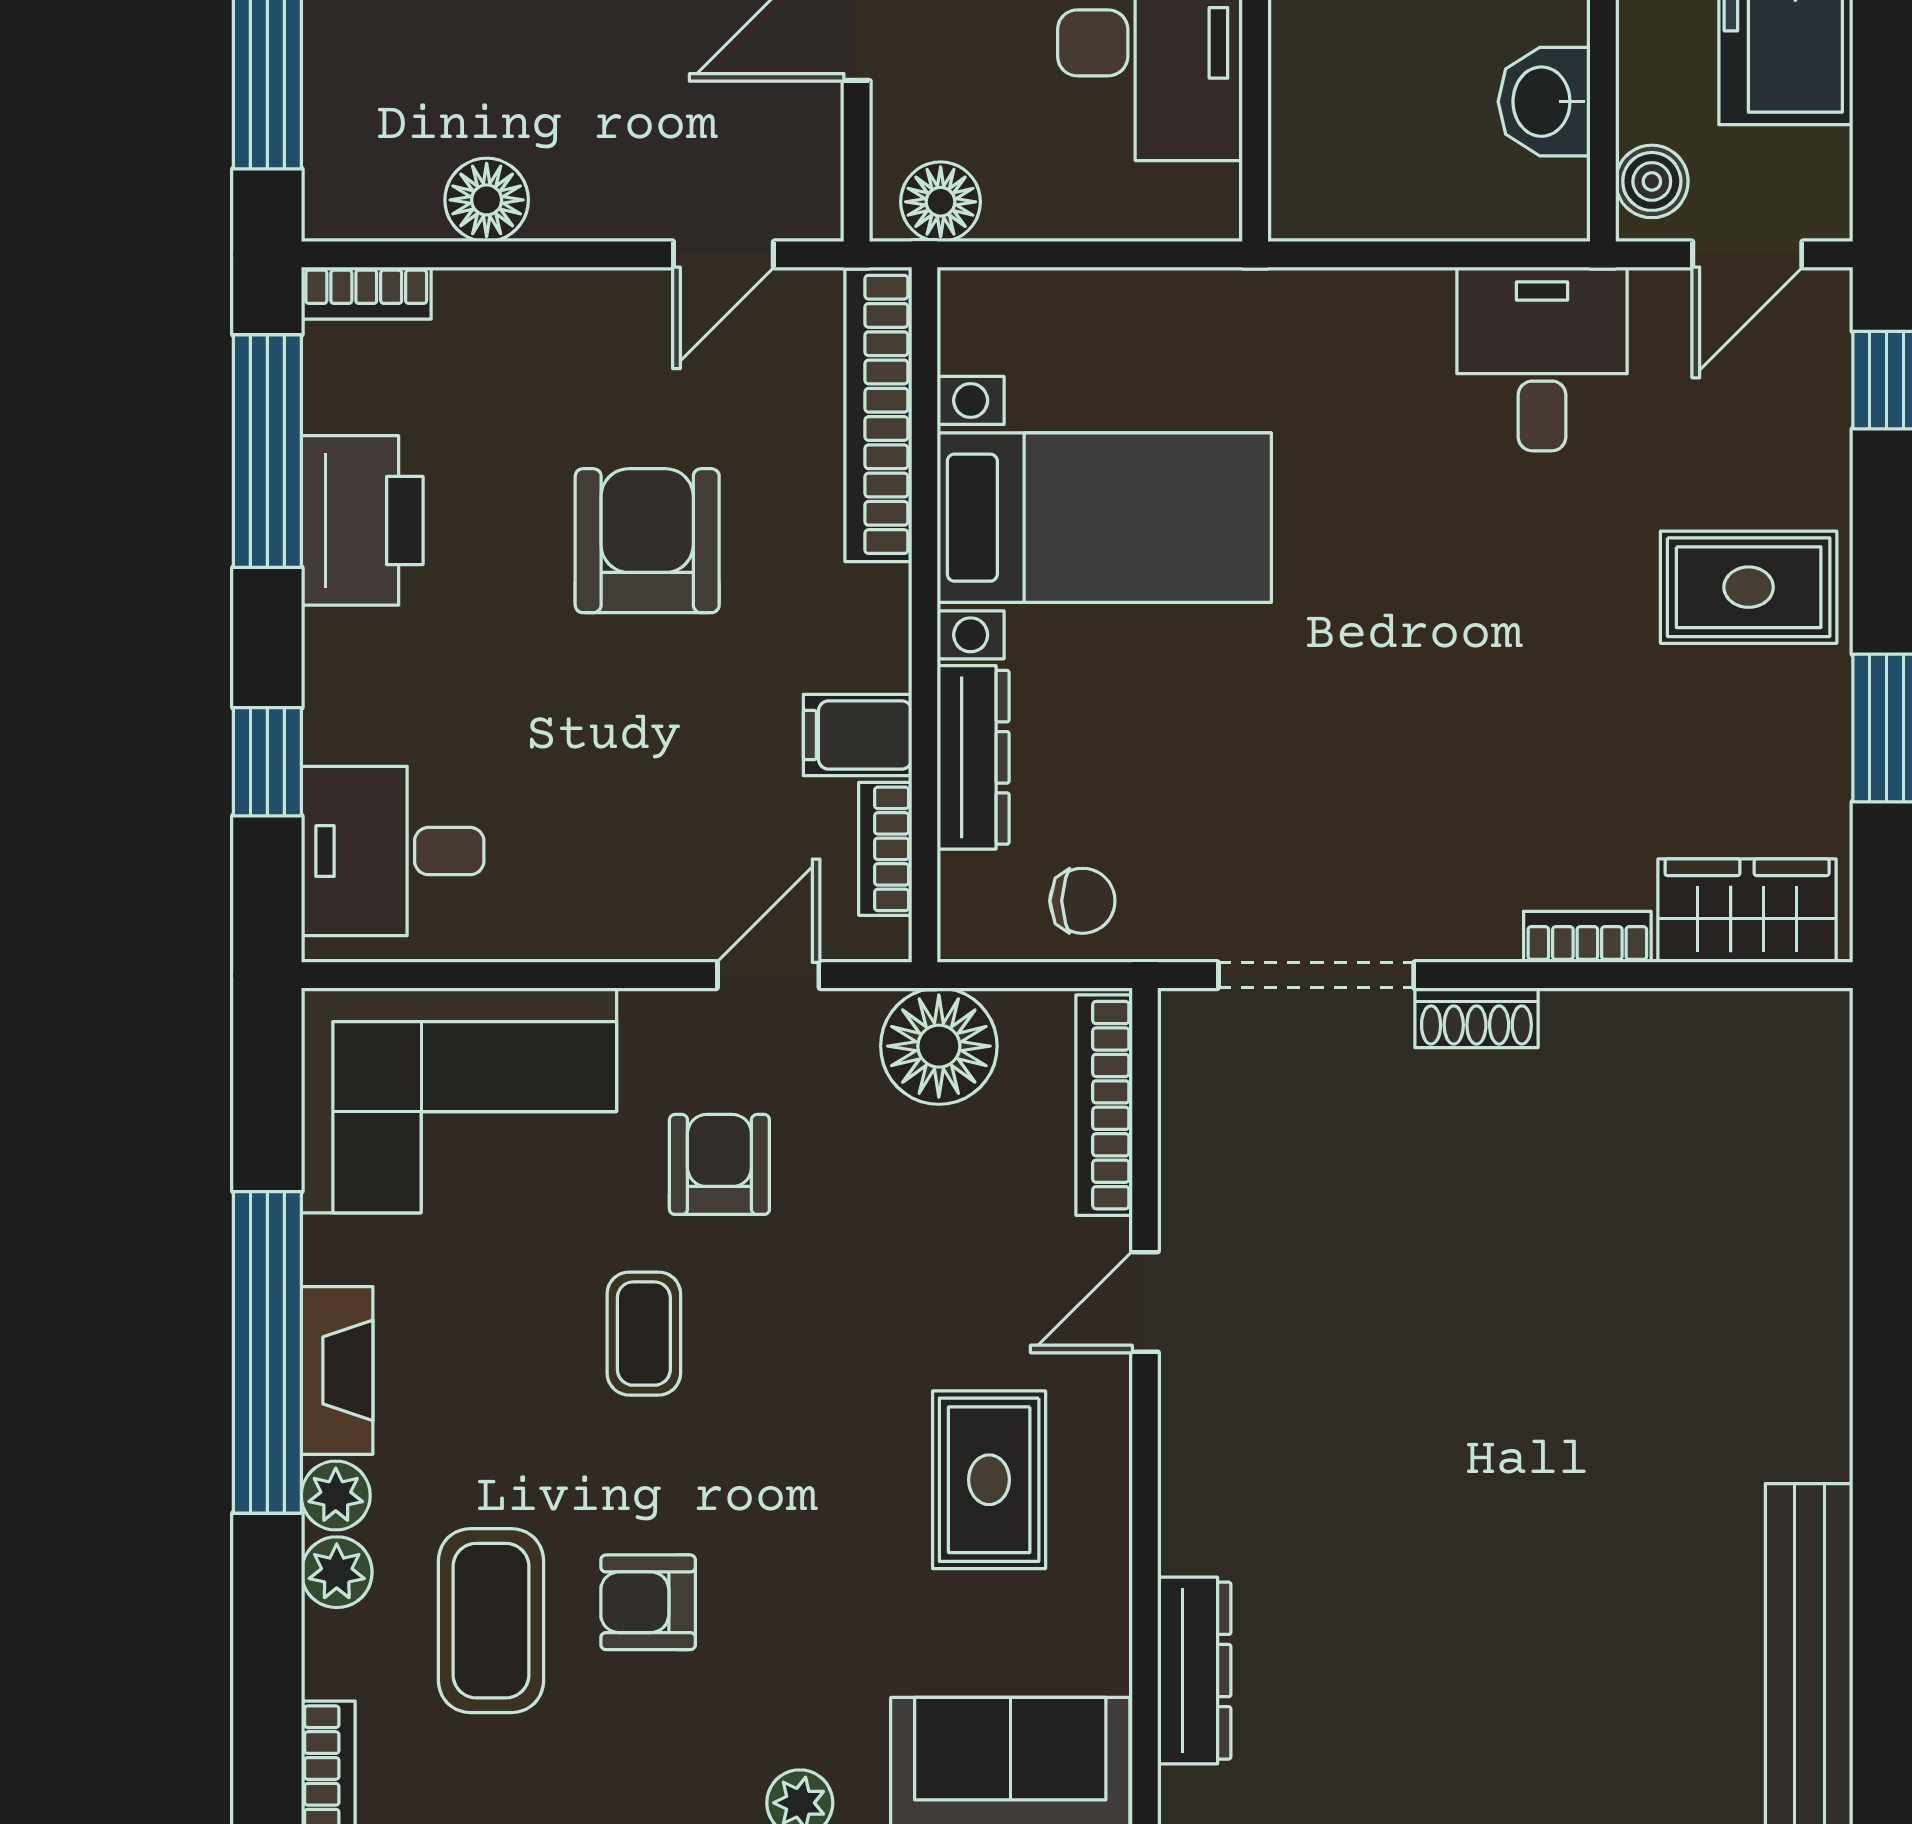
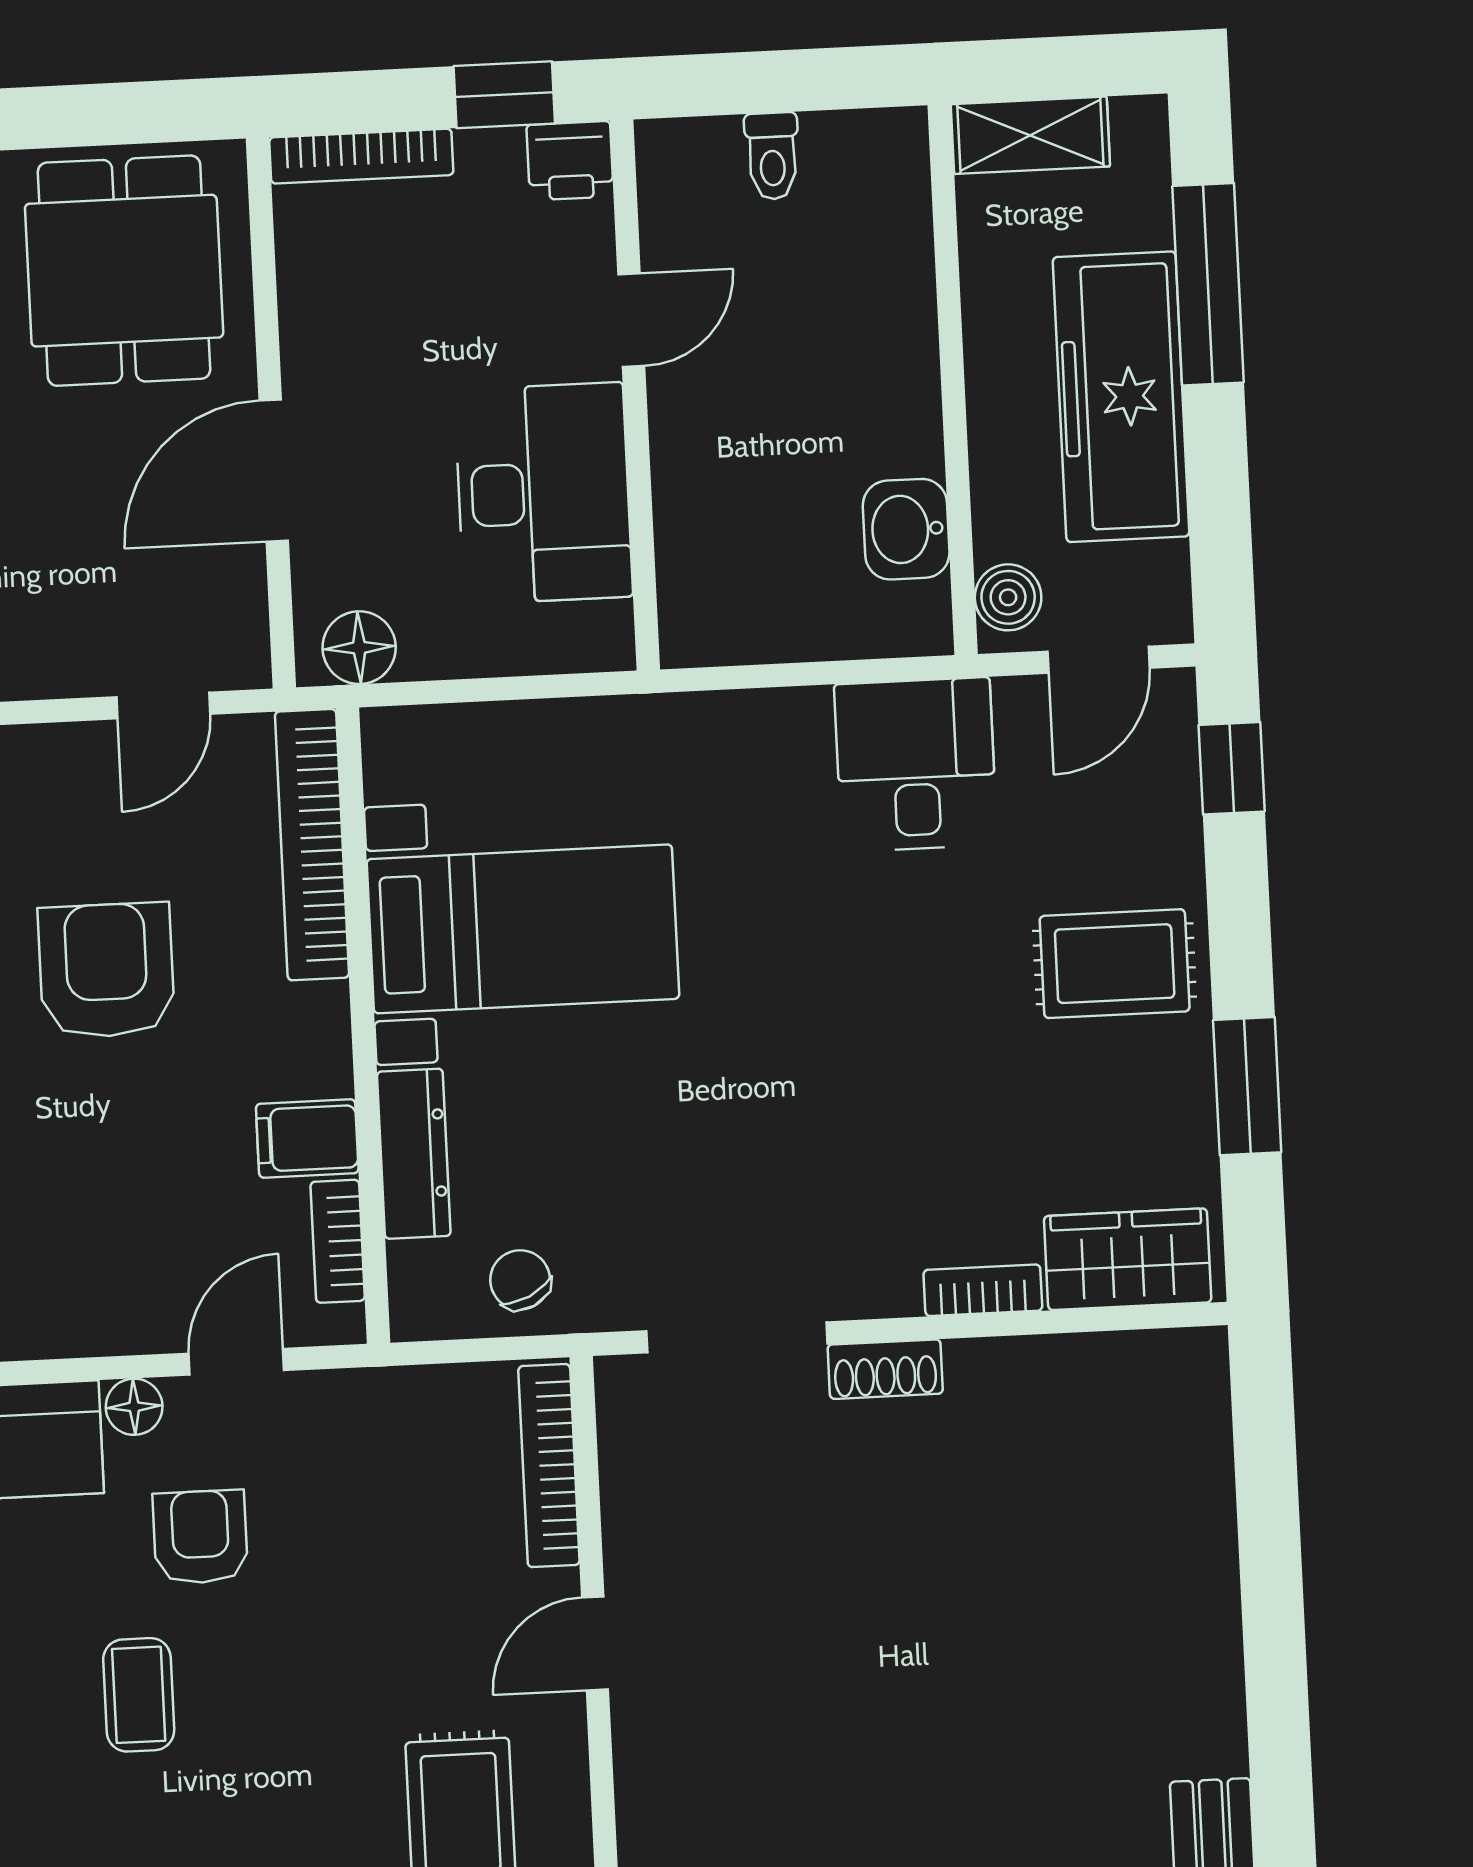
chair: (1082, 901) -> (520, 1280), turned -116
floor lamp: (939, 1046) -> (134, 1407), moved, width x0.53, depth x0.53

